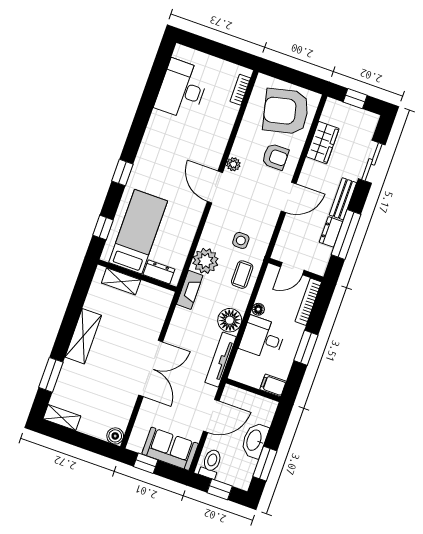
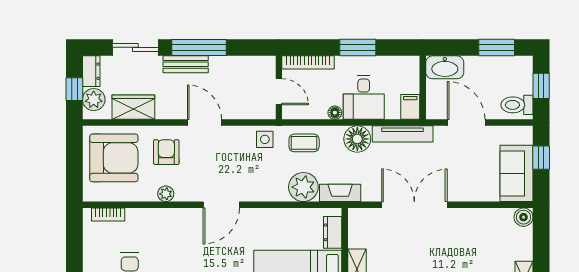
armchair: (286, 111) -> (114, 158), turned -77
plant: (341, 112) -> (94, 100), added
plant: (233, 164) -> (166, 194), moved
dresser: (331, 232) -> (91, 71), moved, turned -90
window: (346, 235) -> (199, 47), moved
side table: (241, 240) -> (265, 139), moved
double door: (151, 368) -> (414, 205), moved
filing cabinet: (273, 385) -> (410, 107), moved, turned 180
washbasin: (255, 440) -> (445, 67), moved
sofa: (170, 449) -> (516, 173), moved
window: (146, 463) -> (541, 158), moved

